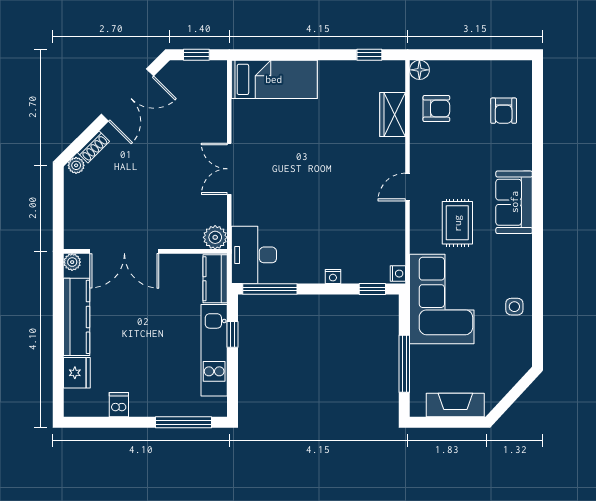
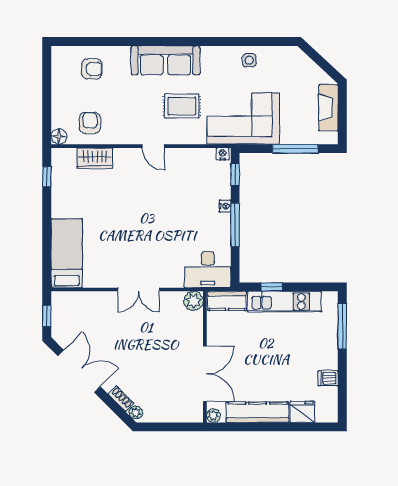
sofa: (514, 202) -> (165, 60), width x1.36
window: (270, 289) -> (235, 225), moved

